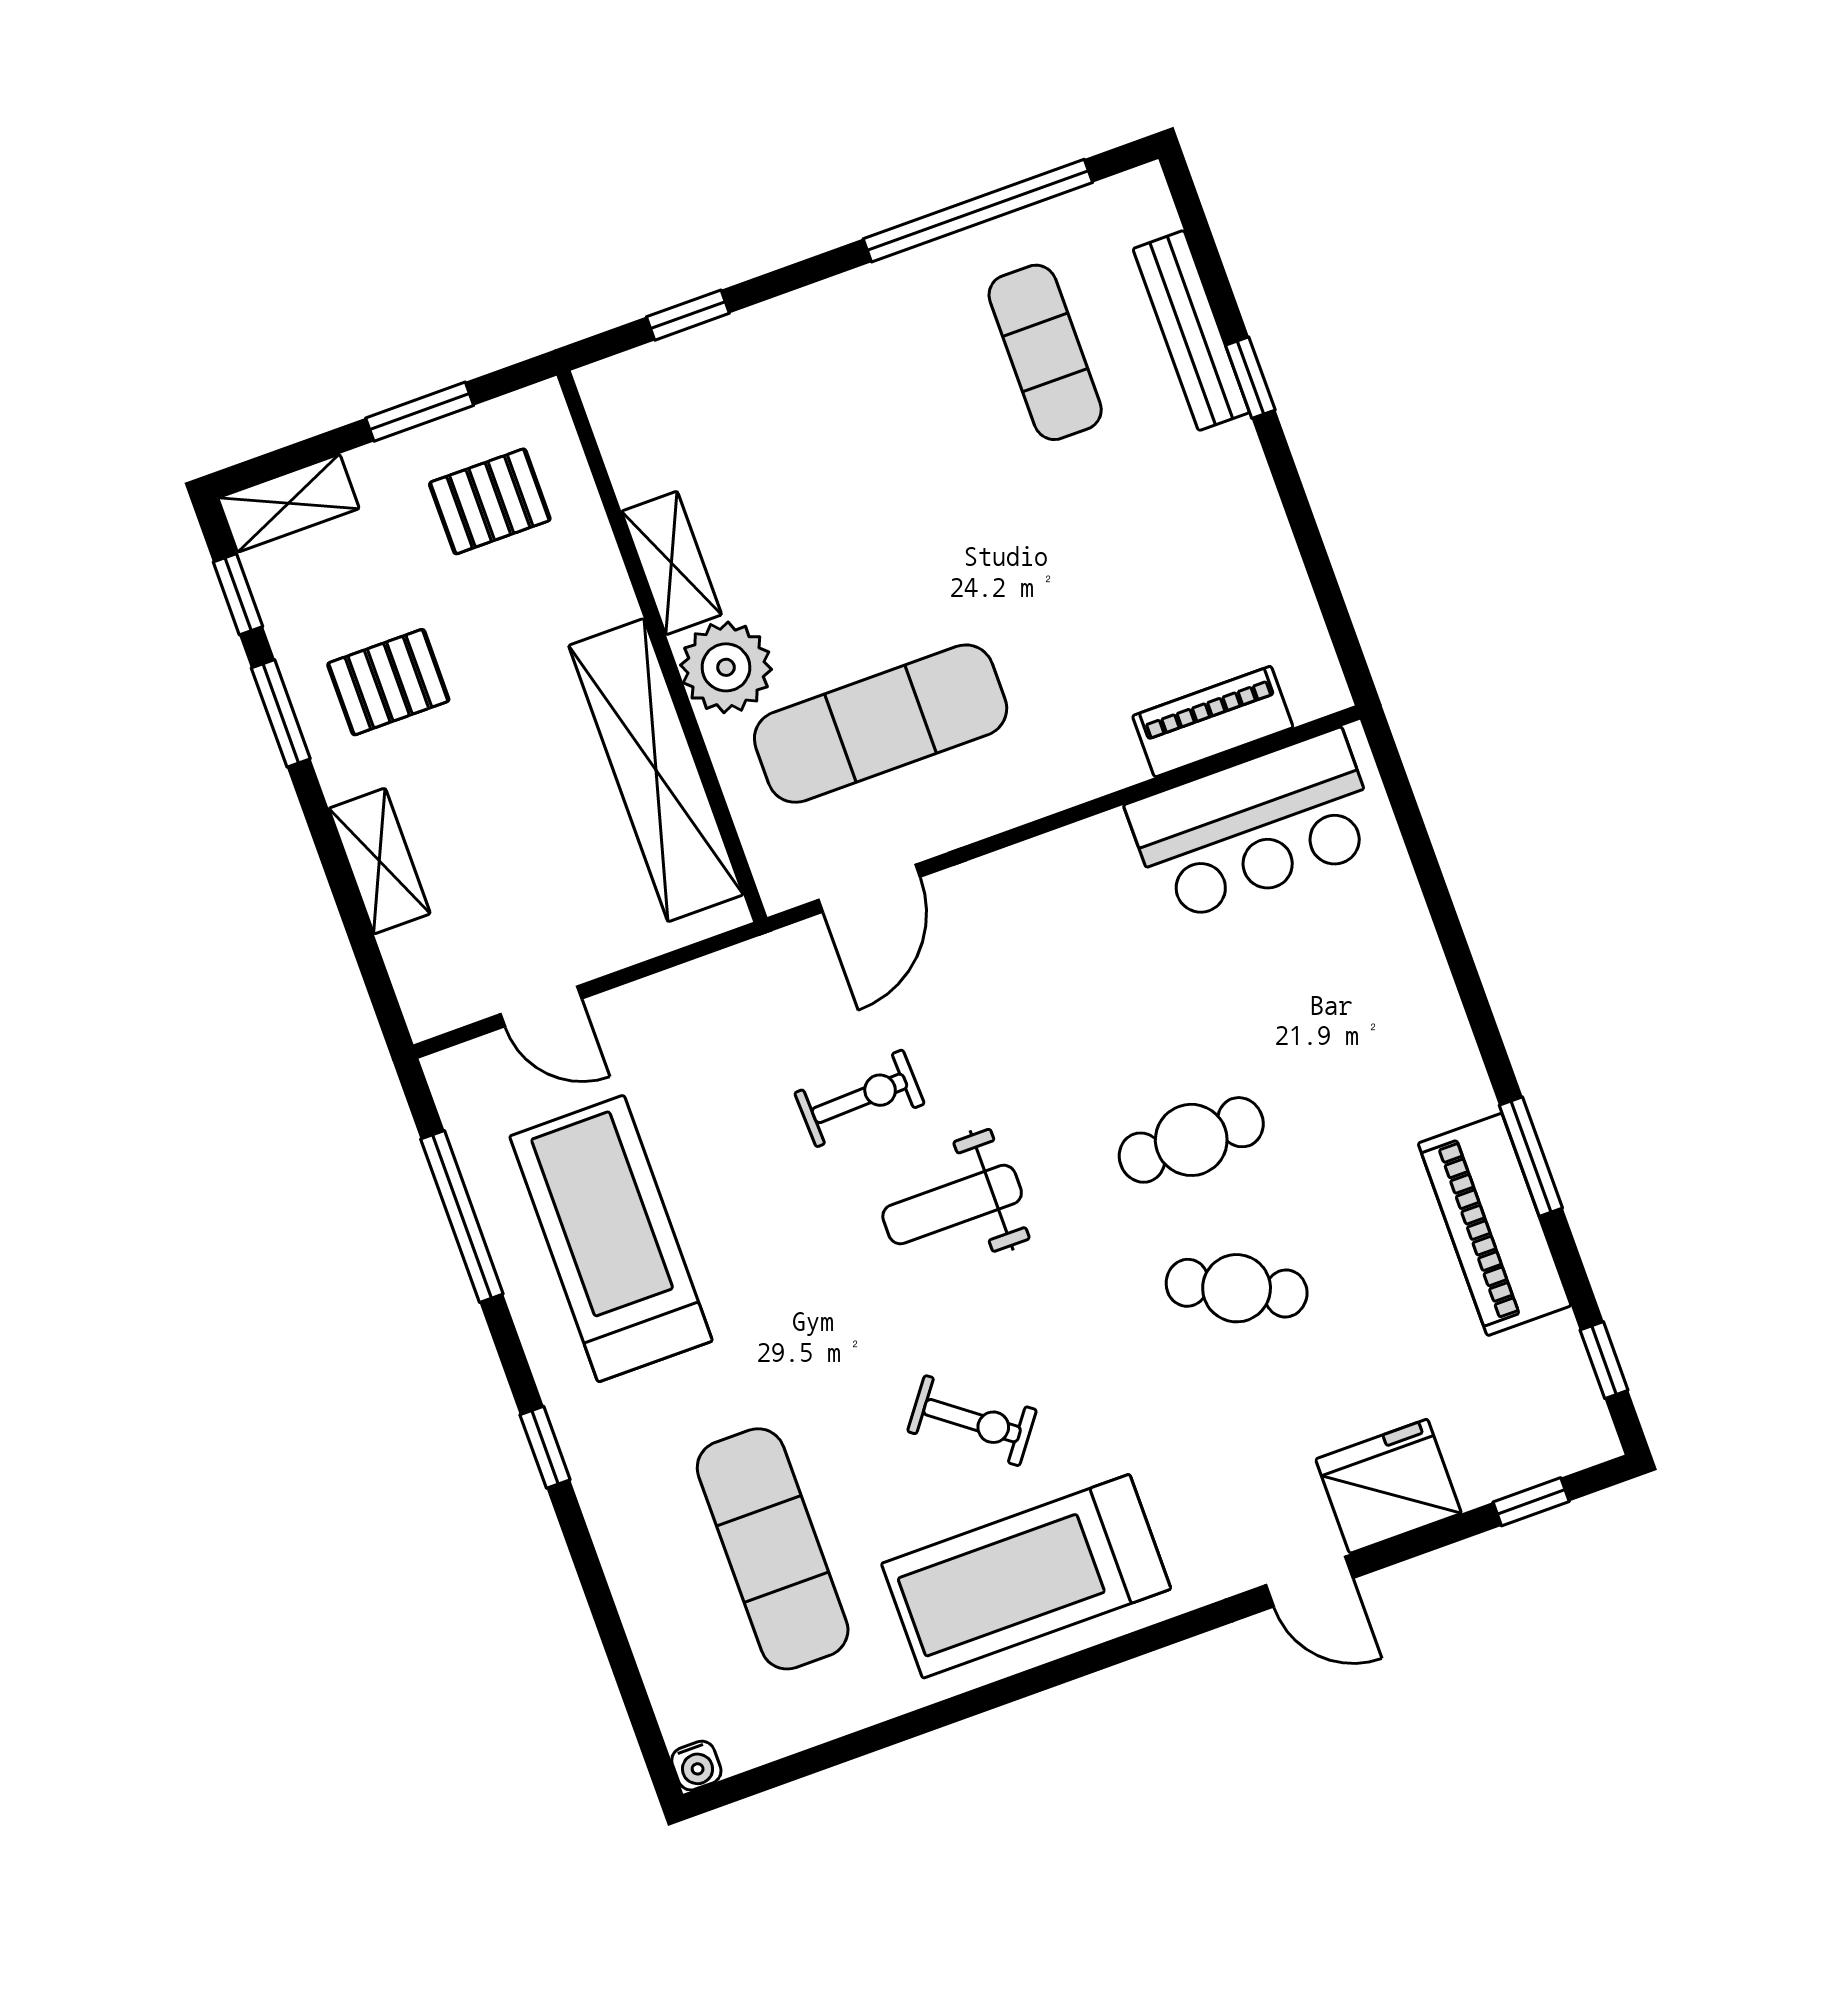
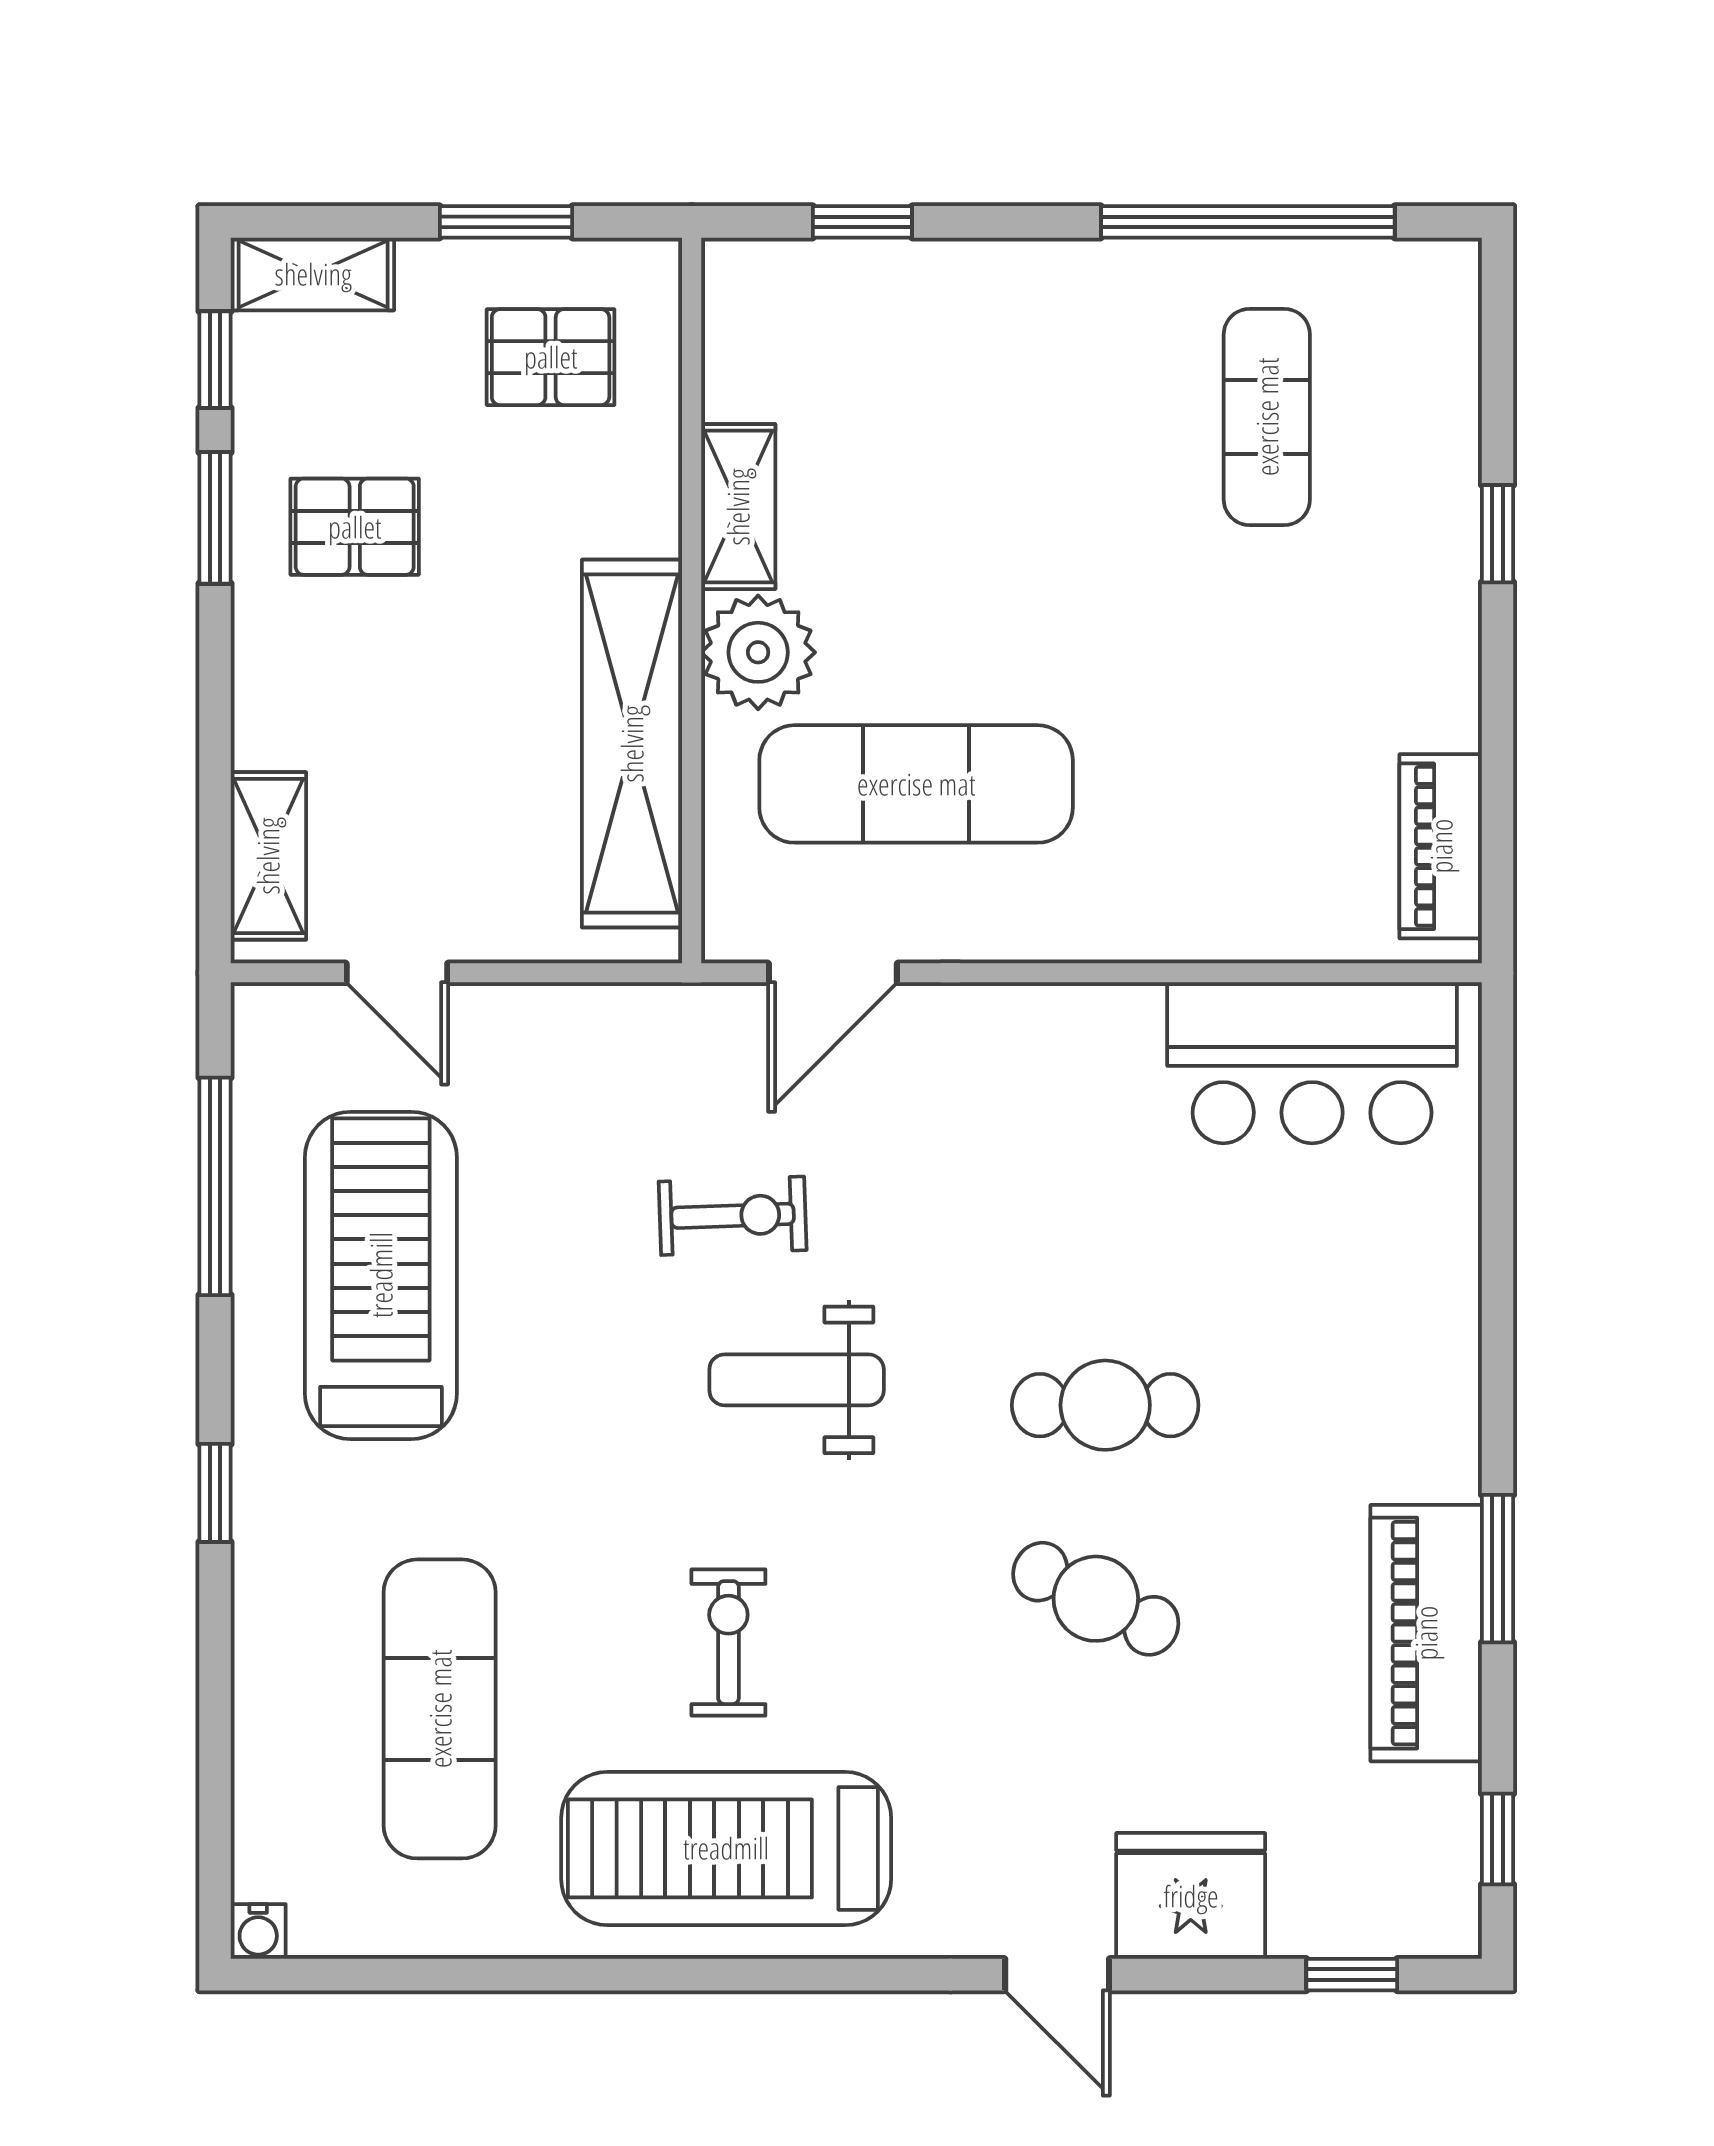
bench: (1191, 331) -> (1448, 453), removed
piano: (1213, 722) -> (1441, 846), moved, turned -90
shelving: (379, 861) -> (268, 856), moved
exercise bike: (972, 1421) -> (728, 1643), turned -127

